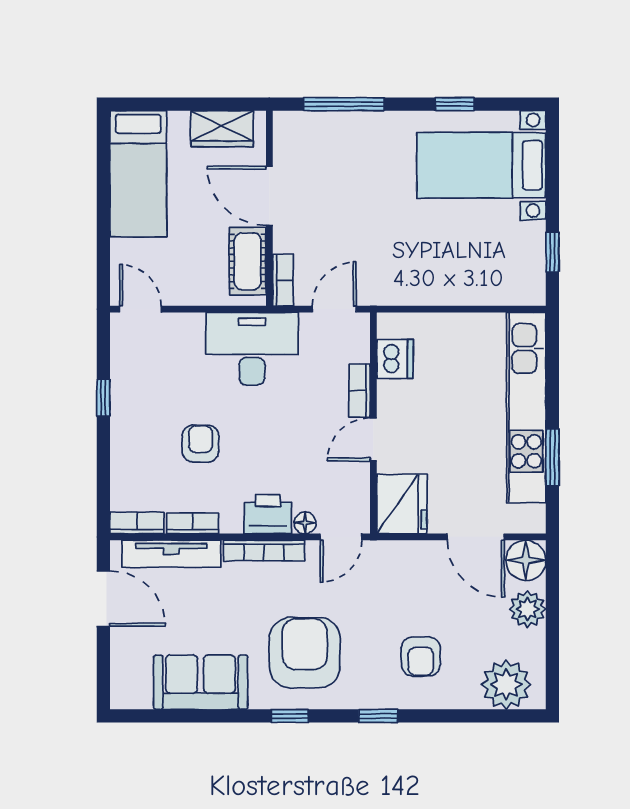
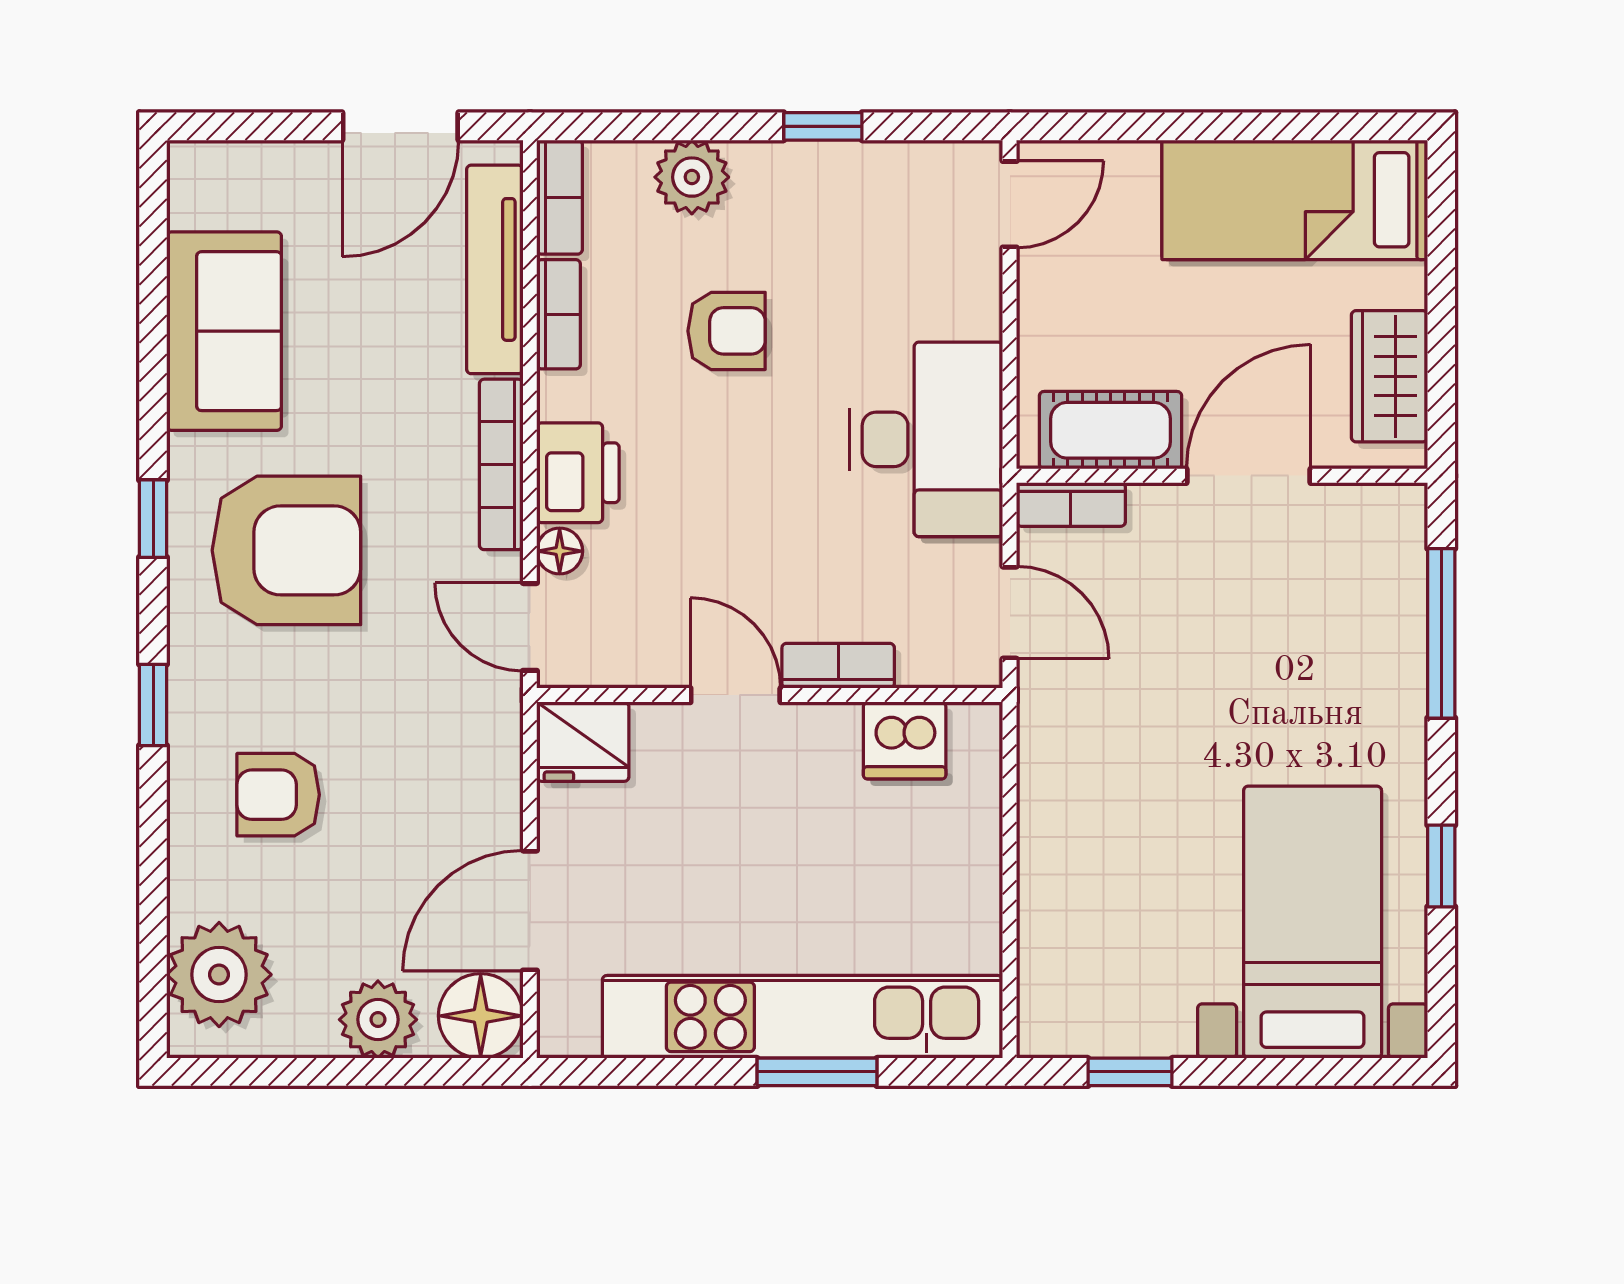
window: (552, 457) -> (817, 1072), moved
plant: (127, 460) -> (692, 177), added
fridge: (402, 504) -> (583, 742), width x0.73, depth x0.75

